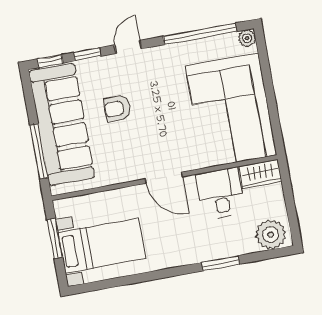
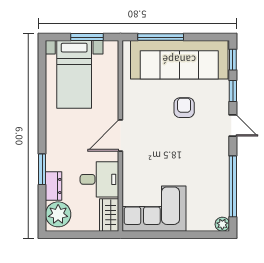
corner sofa: (231, 111) -> (154, 209), width x0.73, depth x0.74
dresser: (238, 246) -> (53, 186), added

